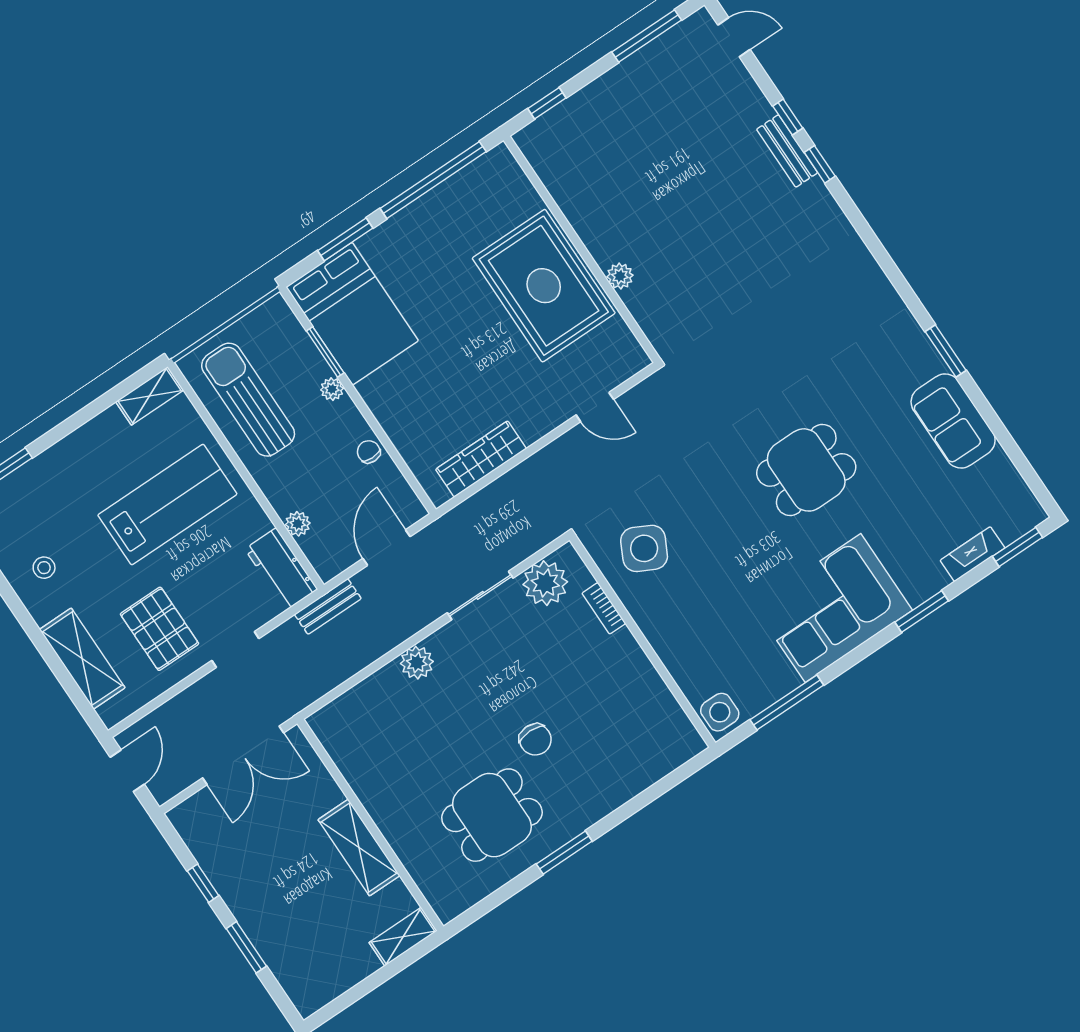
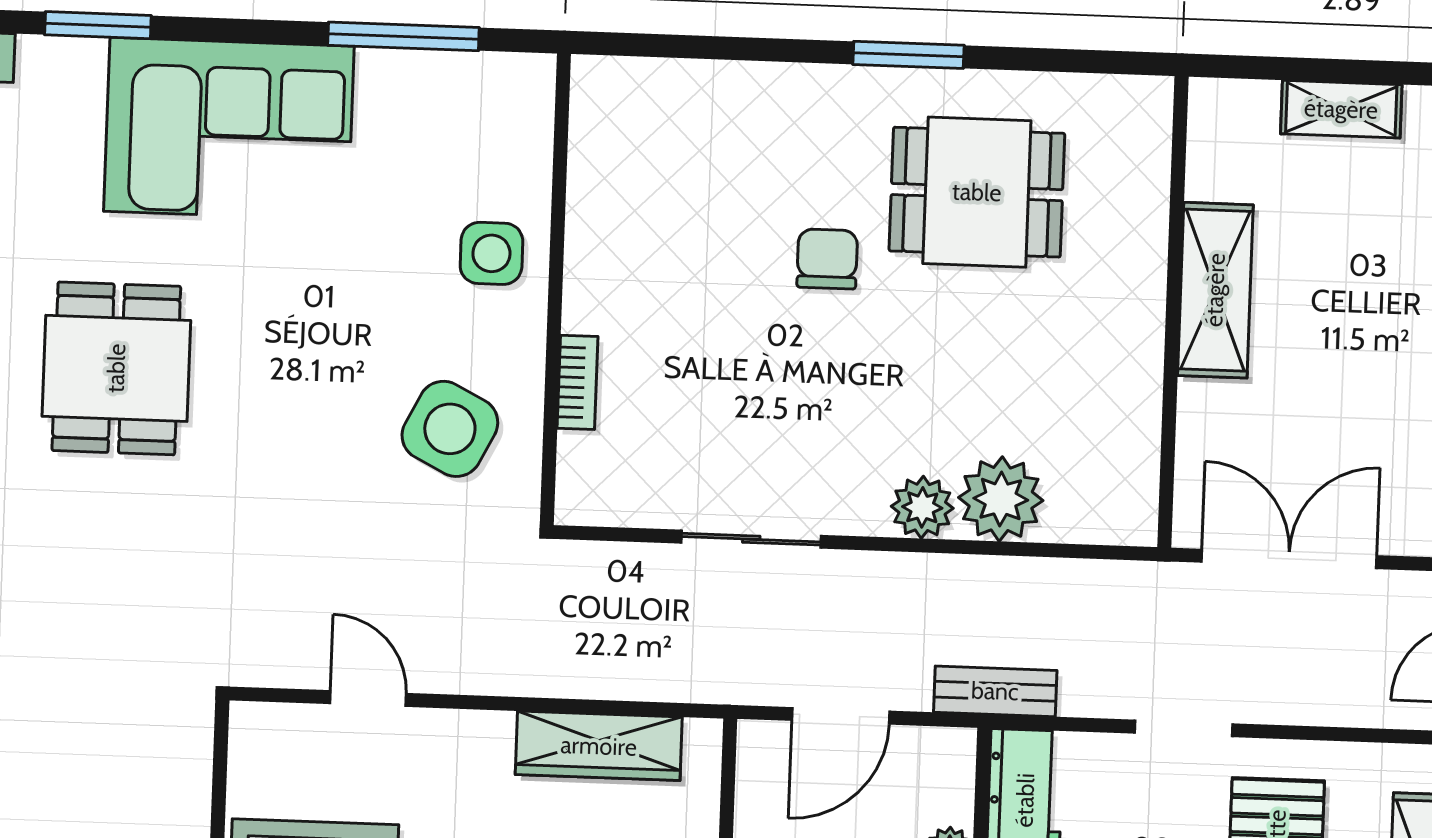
dining table: (806, 470) -> (116, 368), turned 90
plant: (545, 583) -> (1001, 499), moved
side table: (720, 712) -> (491, 253), moved
shelving: (403, 937) -> (1341, 109), moved

